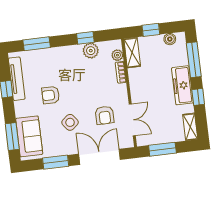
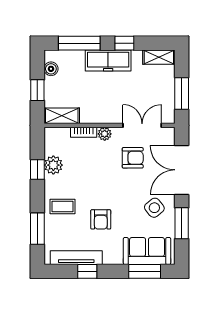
plant: (117, 55) -> (105, 134), moved
coffee table: (57, 62) -> (62, 206), added
side table: (70, 122) -> (154, 208), moved

